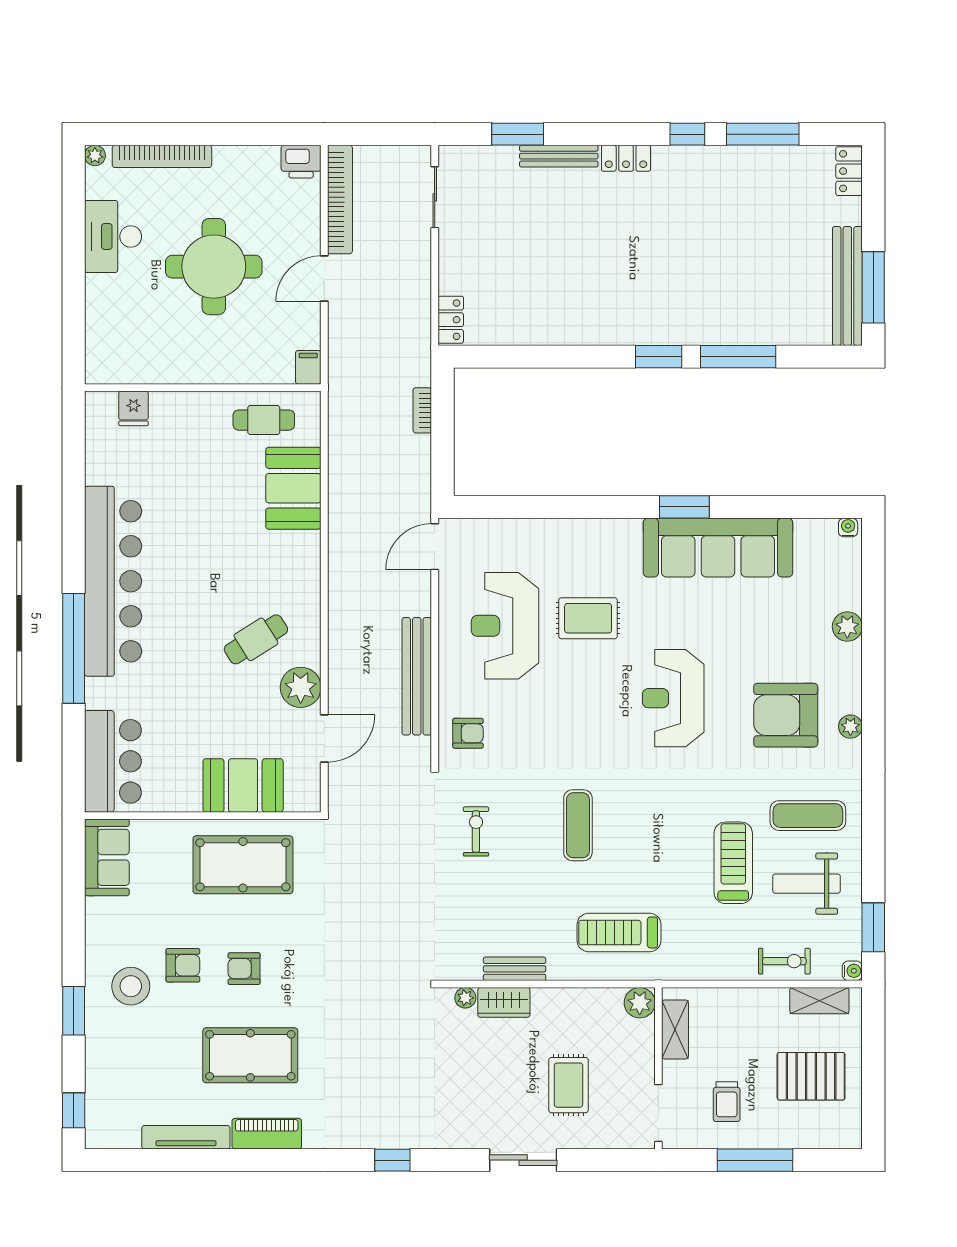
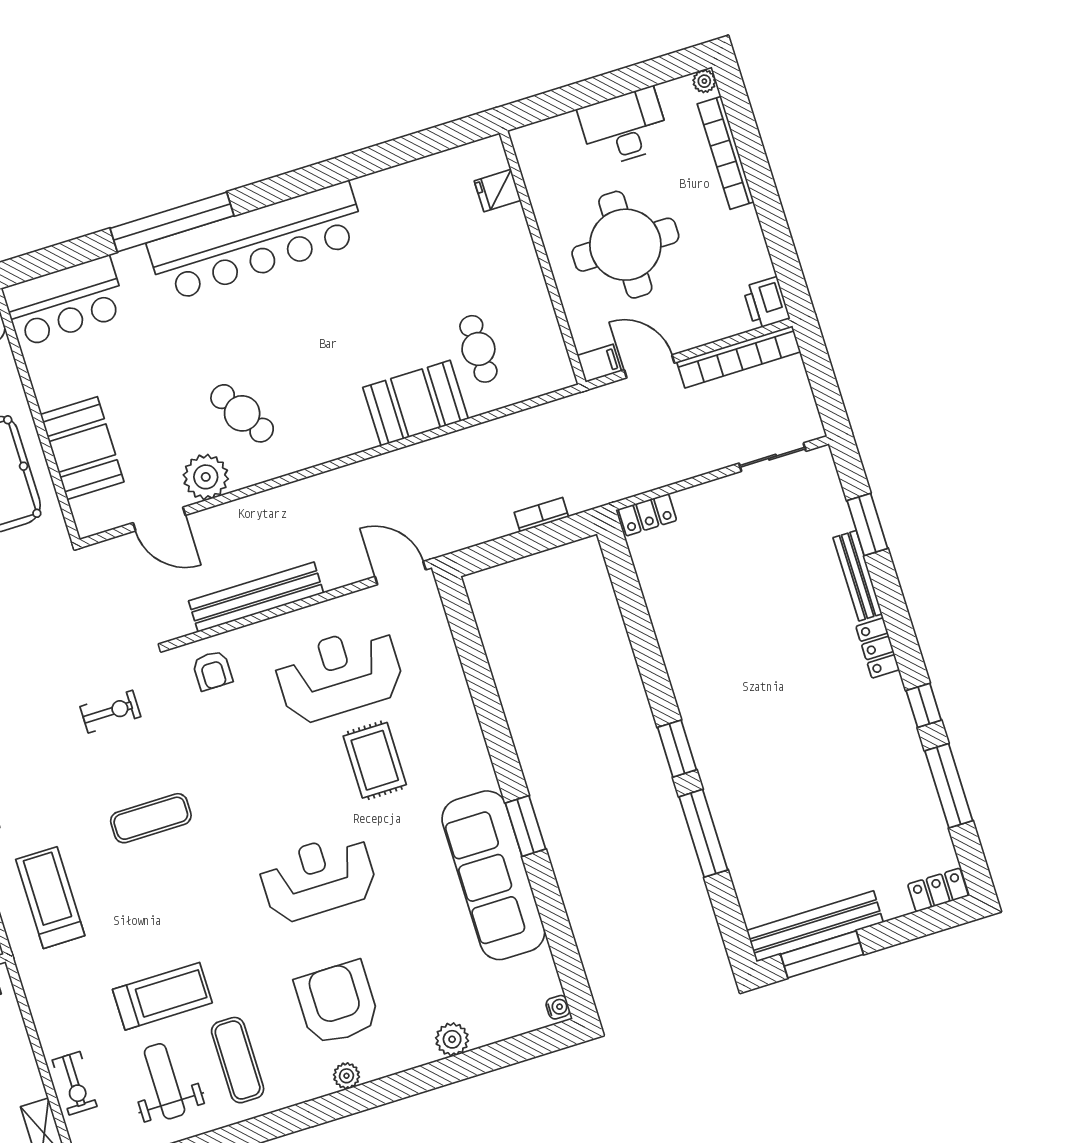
filing cabinet: (308, 367) -> (599, 363), moved
wall: (203, 388) -> (543, 258), moved
fridge: (134, 408) -> (498, 191), moved

